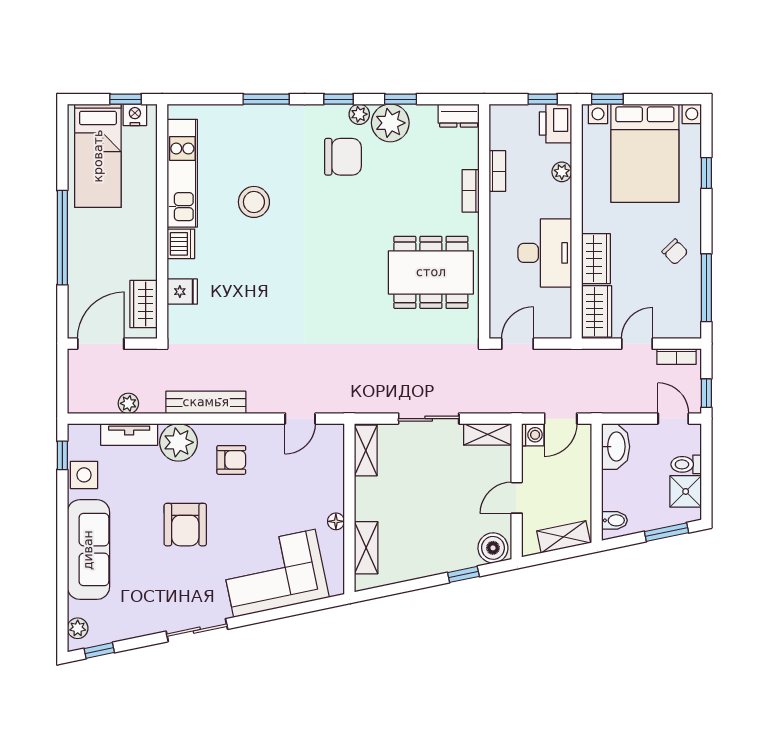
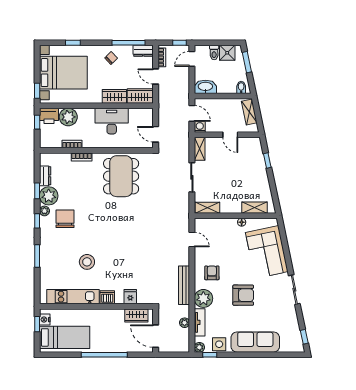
dresser: (459, 116) -> (45, 176), moved
plant: (562, 172) -> (68, 117), width x1.87, depth x1.87
dresser: (690, 318) -> (143, 51), added
boiler: (493, 548) -> (254, 146), removed
plant: (78, 628) -> (199, 347), moved

